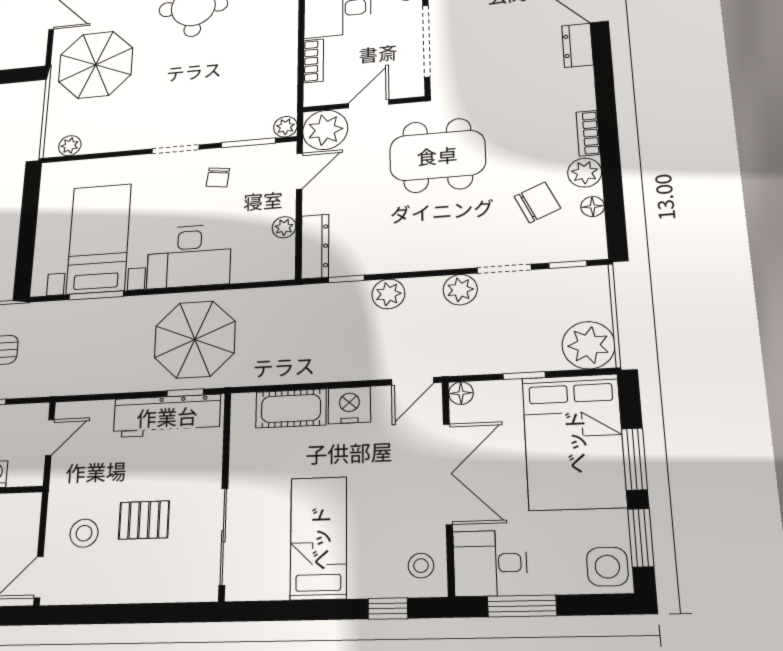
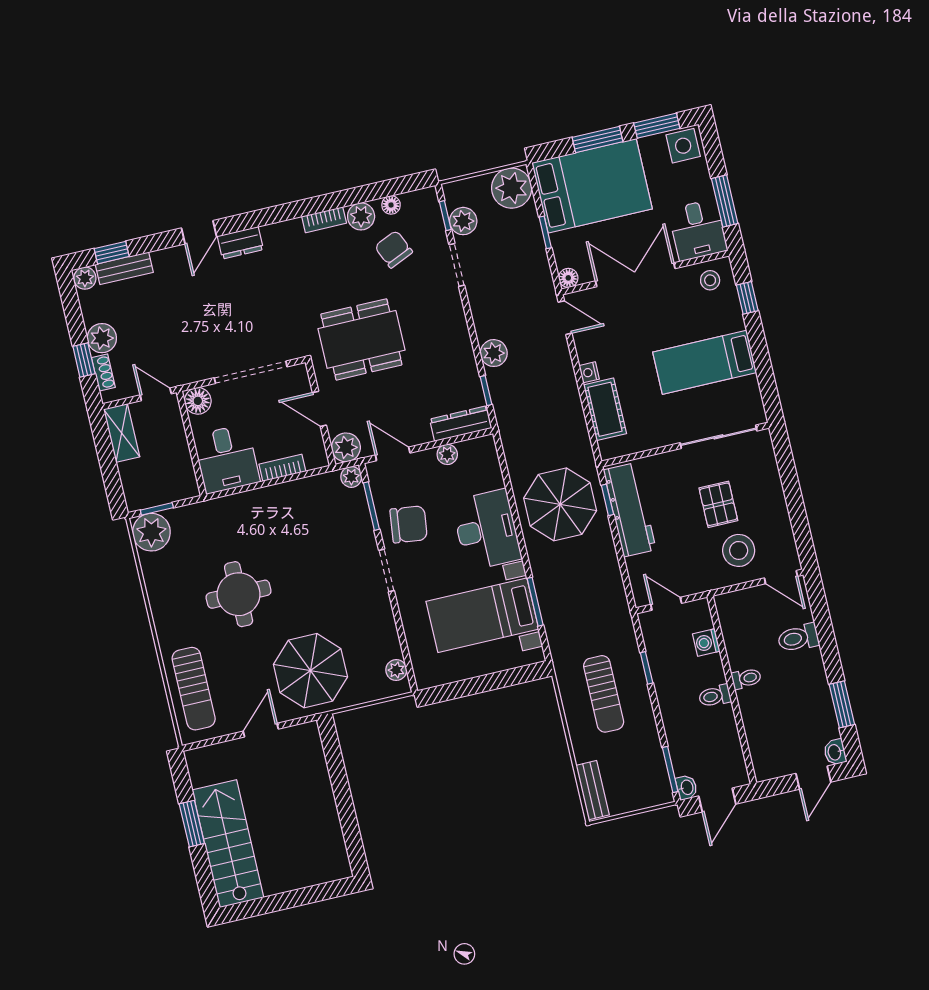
plant: (325, 130) -> (346, 447), width x0.73, depth x0.73
dining table: (437, 155) -> (361, 339), turned 90
chair: (218, 177) -> (409, 524), width x1.87, depth x1.87
plant: (460, 290) -> (463, 221), moved
nightstand: (349, 405) -> (589, 372), width x0.53, depth x0.56
stool: (84, 533) -> (739, 550), width x1.38, depth x1.38

